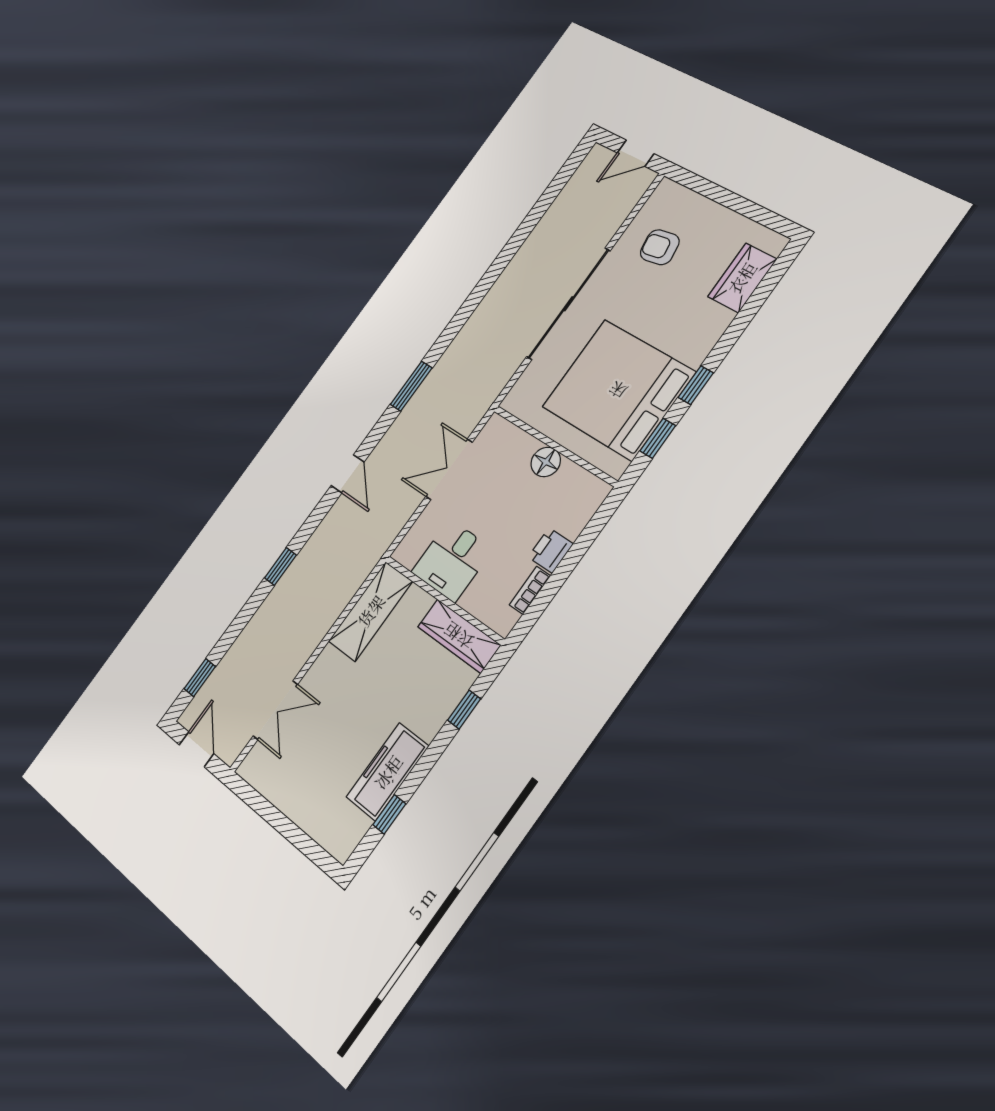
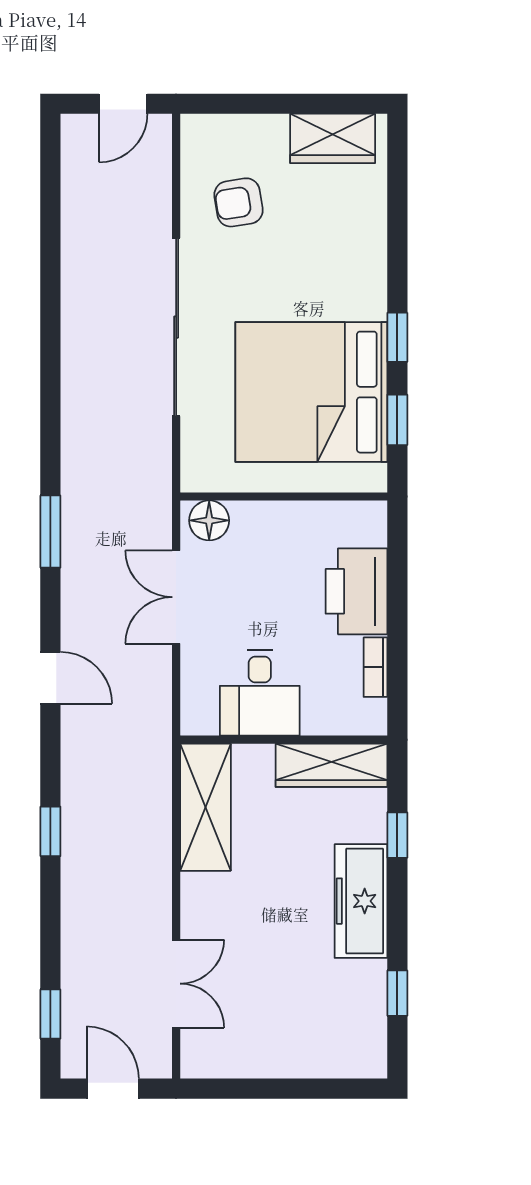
wardrobe: (742, 278) -> (333, 138), moved, turned -90
floor lamp: (546, 462) -> (209, 520), moved
printer: (551, 550) -> (356, 591), width x1.87, depth x1.48
freezer: (388, 772) -> (361, 901), moved

